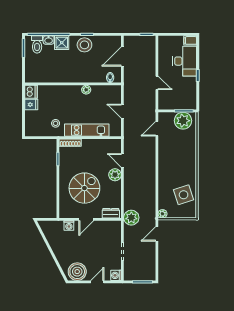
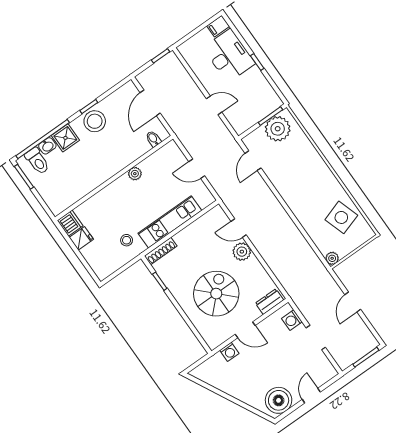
plant: (131, 218) -> (298, 289), removed
door: (86, 219) -> (245, 330), hinge flipped
door: (157, 234) -> (353, 302), moved
washing machine: (116, 275) -> (292, 320), moved

